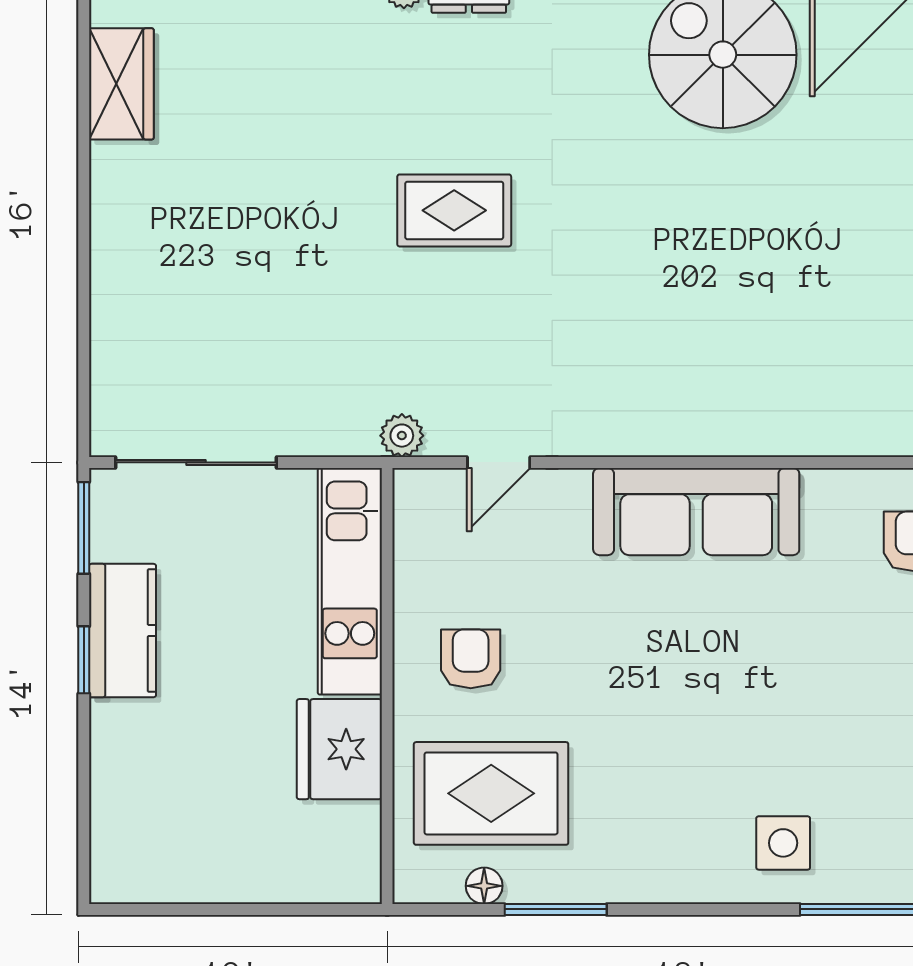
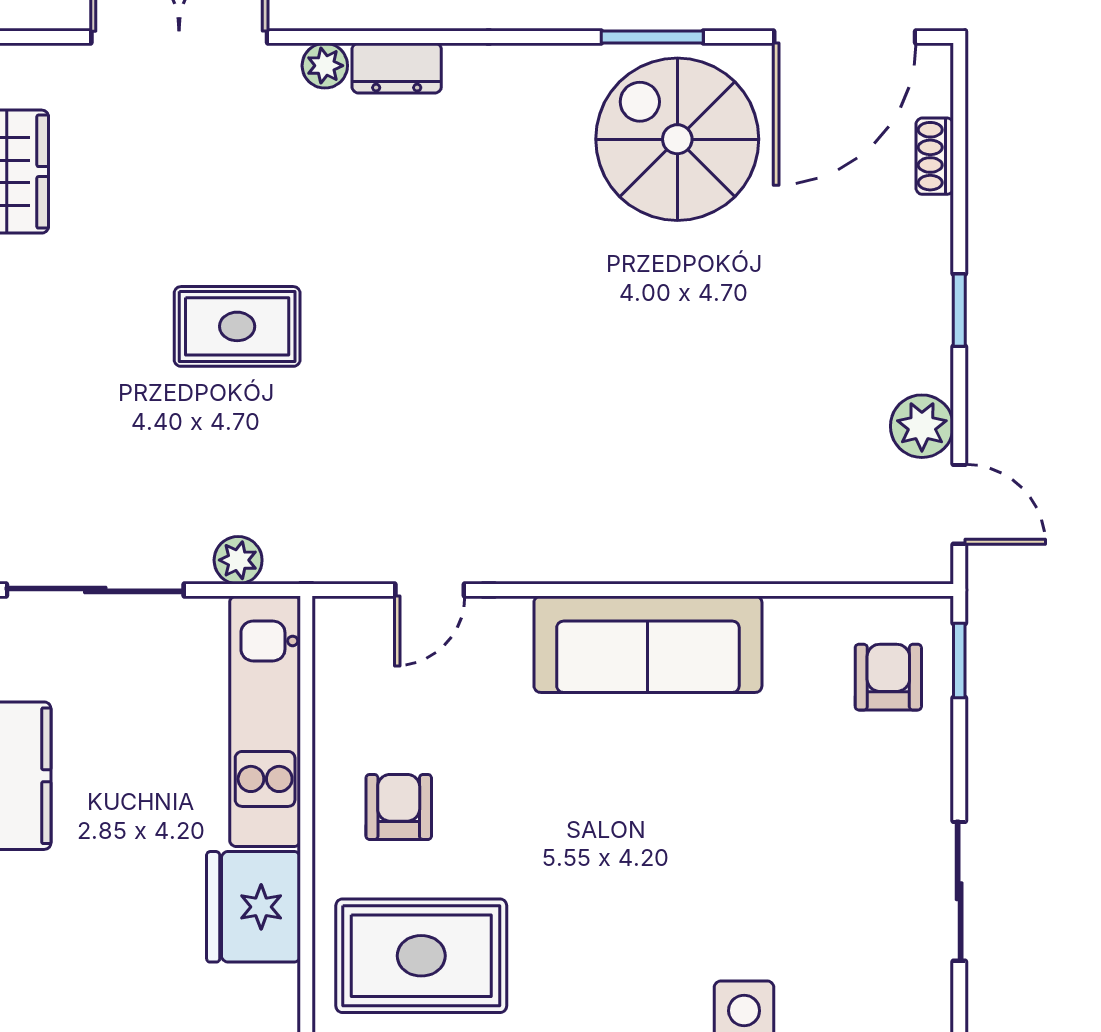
rug: (454, 210) -> (237, 326), moved
plant: (402, 436) -> (238, 560), moved

